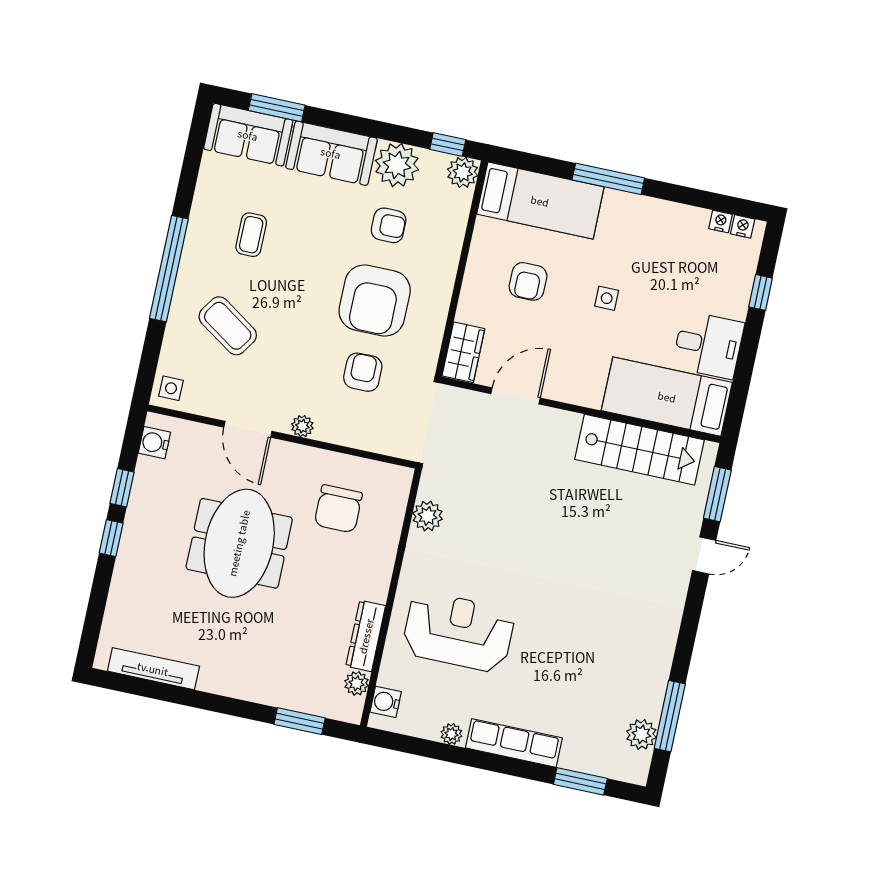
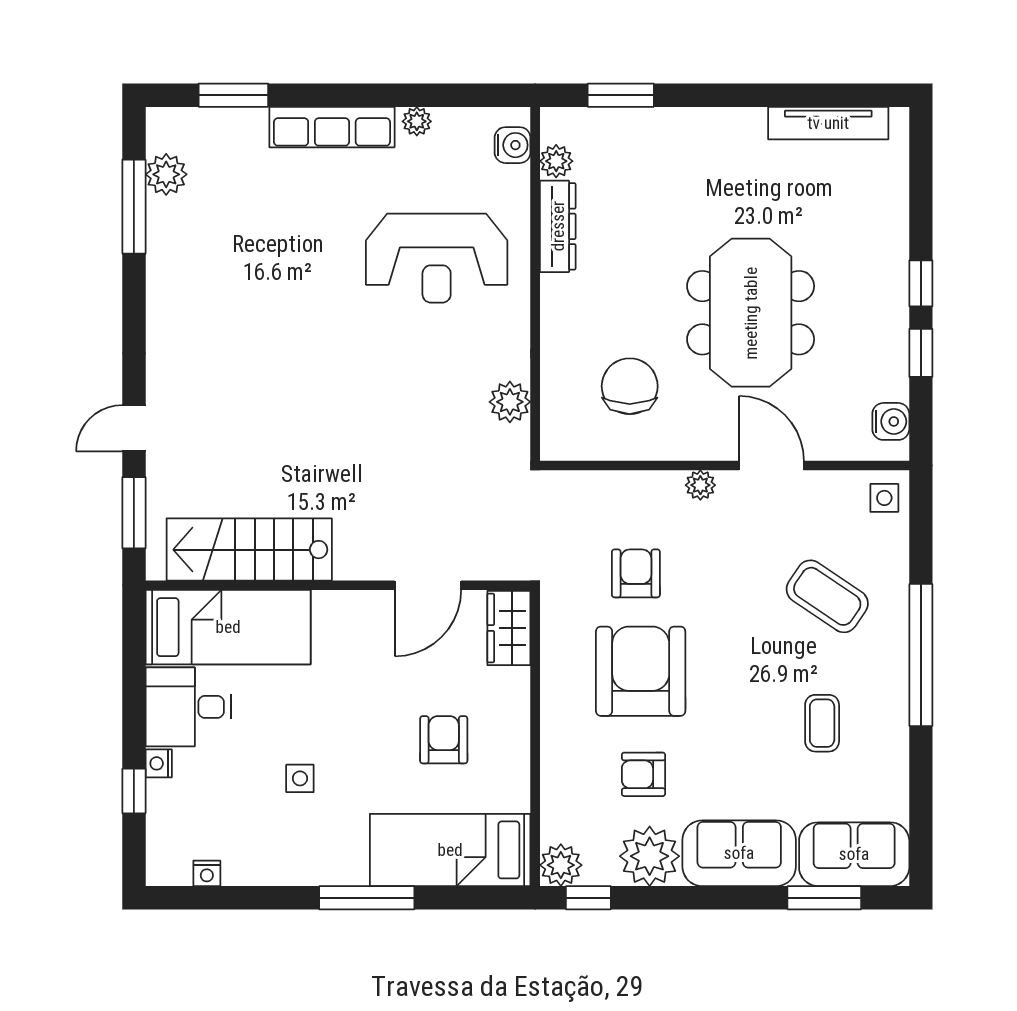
nightstand: (743, 226) -> (159, 763), moved, turned 90
side table: (607, 298) -> (300, 778), moved
armchair: (363, 372) -> (636, 573), turned 180

